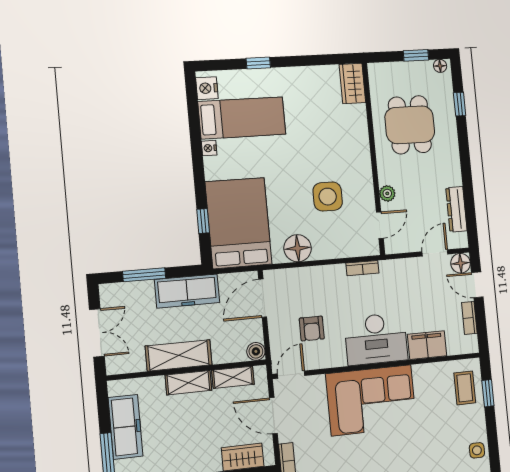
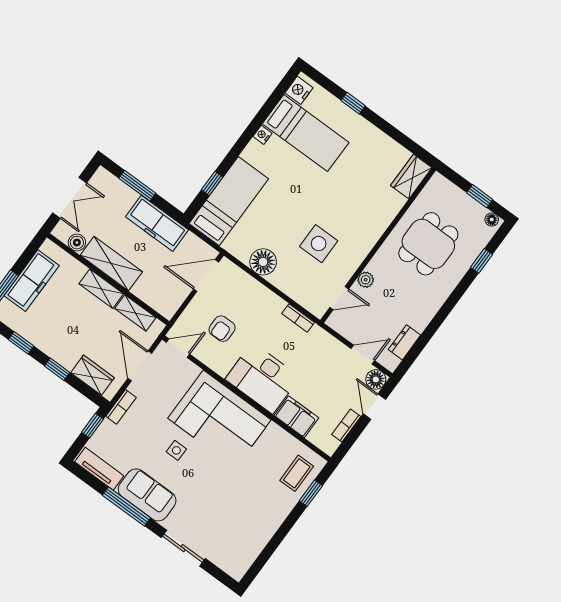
dresser: (456, 209) -> (404, 342), width x0.70
bed: (239, 223) -> (229, 201), width x0.67
boiler: (256, 351) -> (77, 243), moved
side table: (477, 450) -> (176, 450), moved

